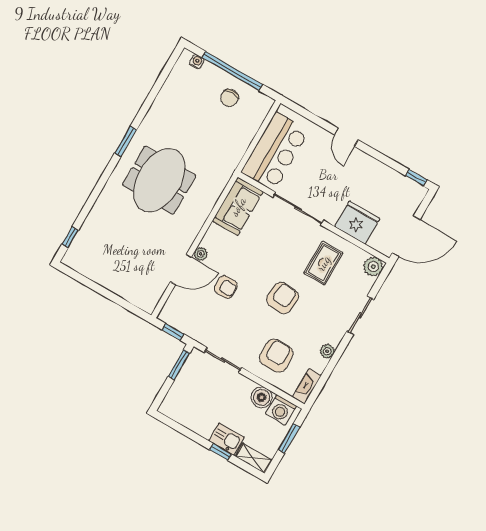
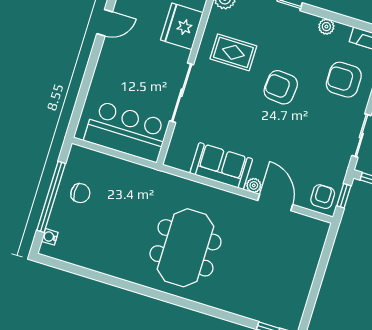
door: (346, 137) -> (105, 23), moved
window: (126, 141) -> (152, 293), removed
meeting table: (159, 180) -> (185, 248), turned 90
sofa: (238, 206) -> (221, 166), moved
armchair: (226, 287) -> (323, 197), moved

